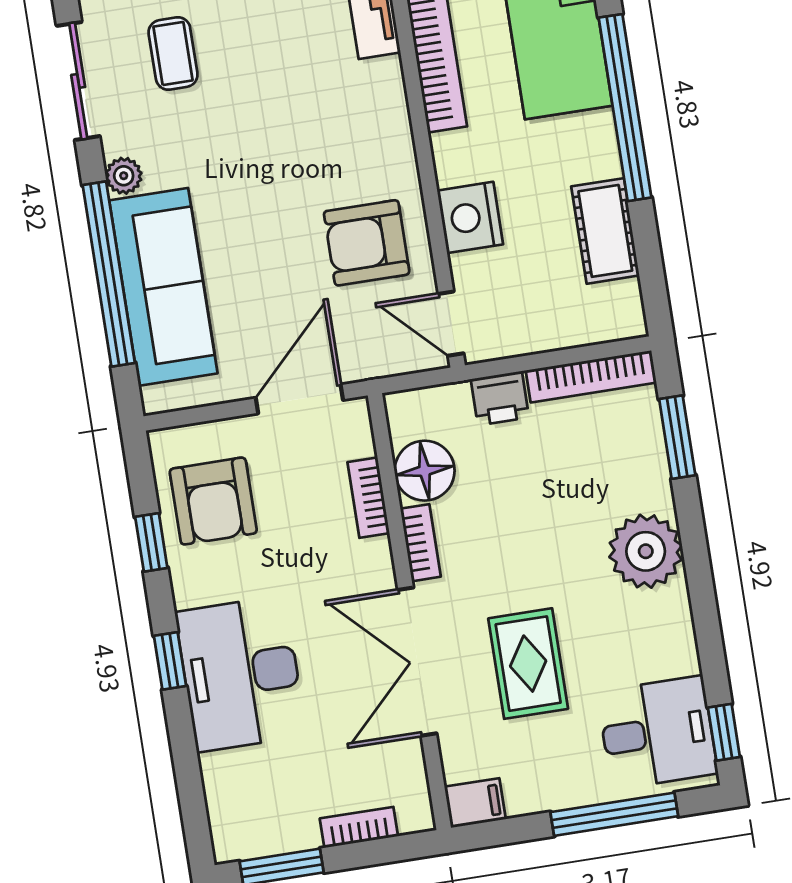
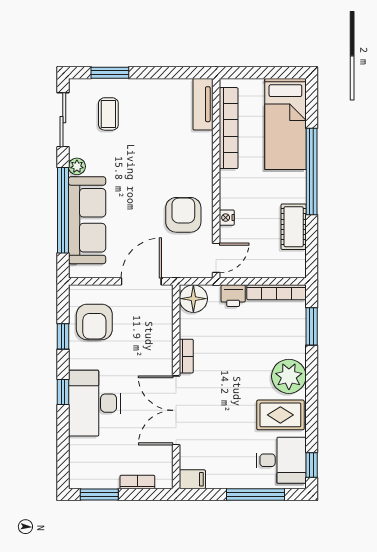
nightstand: (470, 217) -> (227, 218), width x0.53, depth x0.56
armchair: (367, 243) -> (183, 215), turned 90
door: (451, 324) -> (216, 258), swing flipped
floor lamp: (425, 471) -> (193, 299), moved
bookcase: (368, 498) -> (166, 332), removed
rug: (528, 664) -> (280, 415), moved, turned 90

